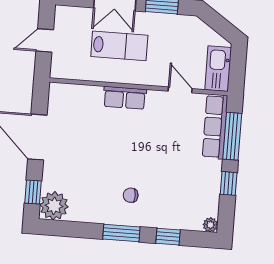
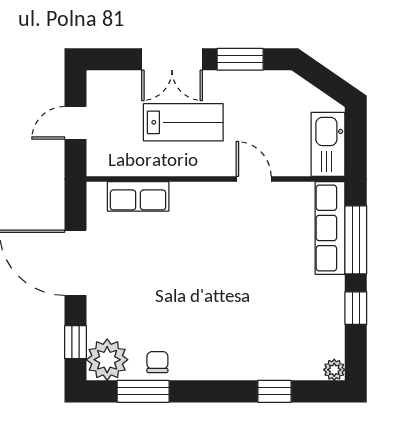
door: (180, 90) -> (254, 179), moved
row of seats: (125, 98) -> (138, 196), moved
chair: (131, 195) -> (157, 362), moved, turned 90
window: (121, 233) -> (143, 391), moved

